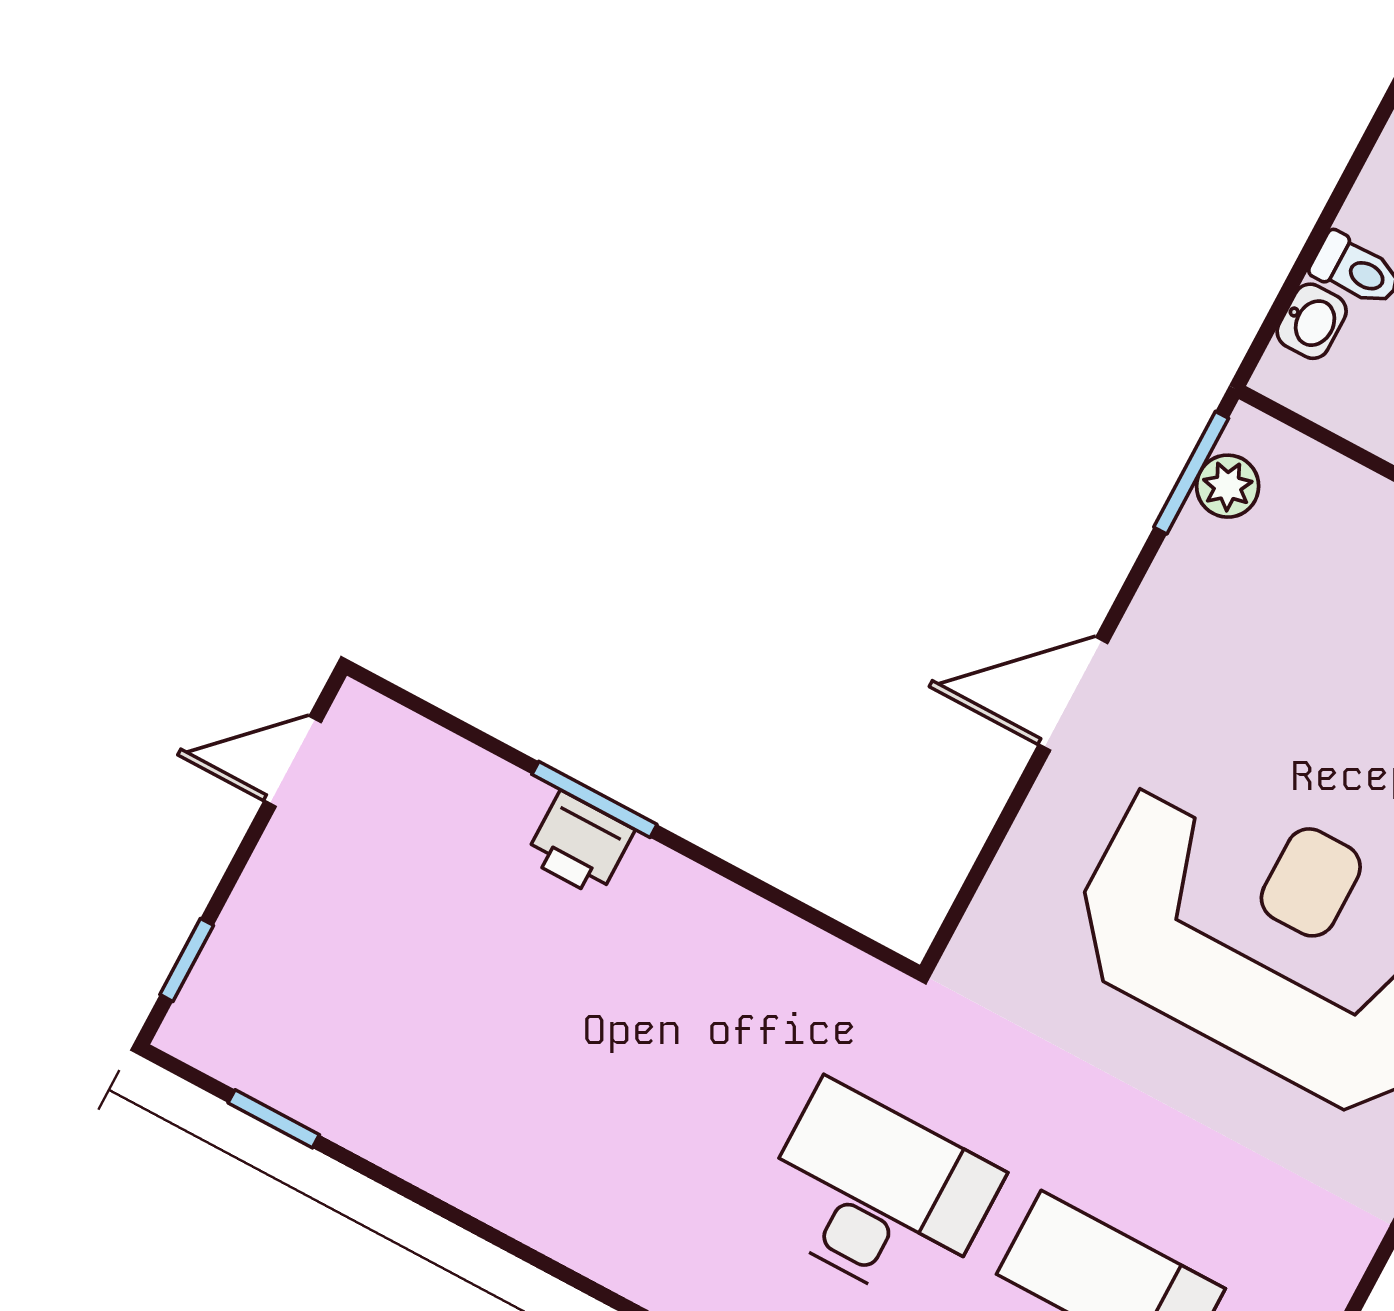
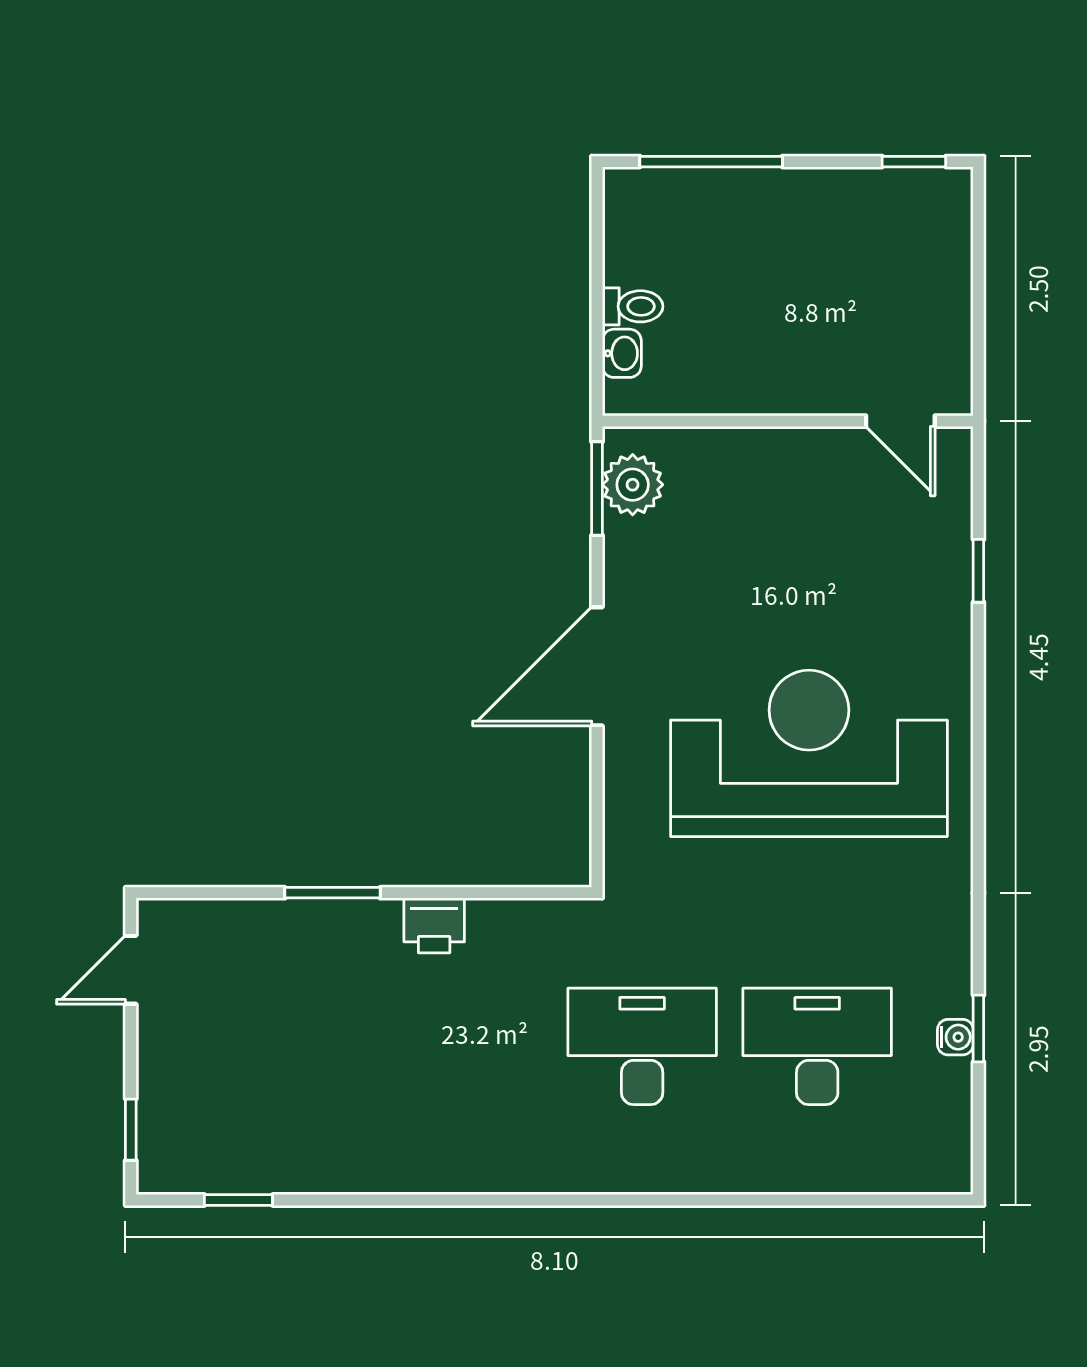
plant: (1228, 486) -> (633, 485), width x1.38, depth x1.38
door: (1073, 694) -> (597, 666), width x1.36
printer: (580, 844) -> (434, 925), moved

